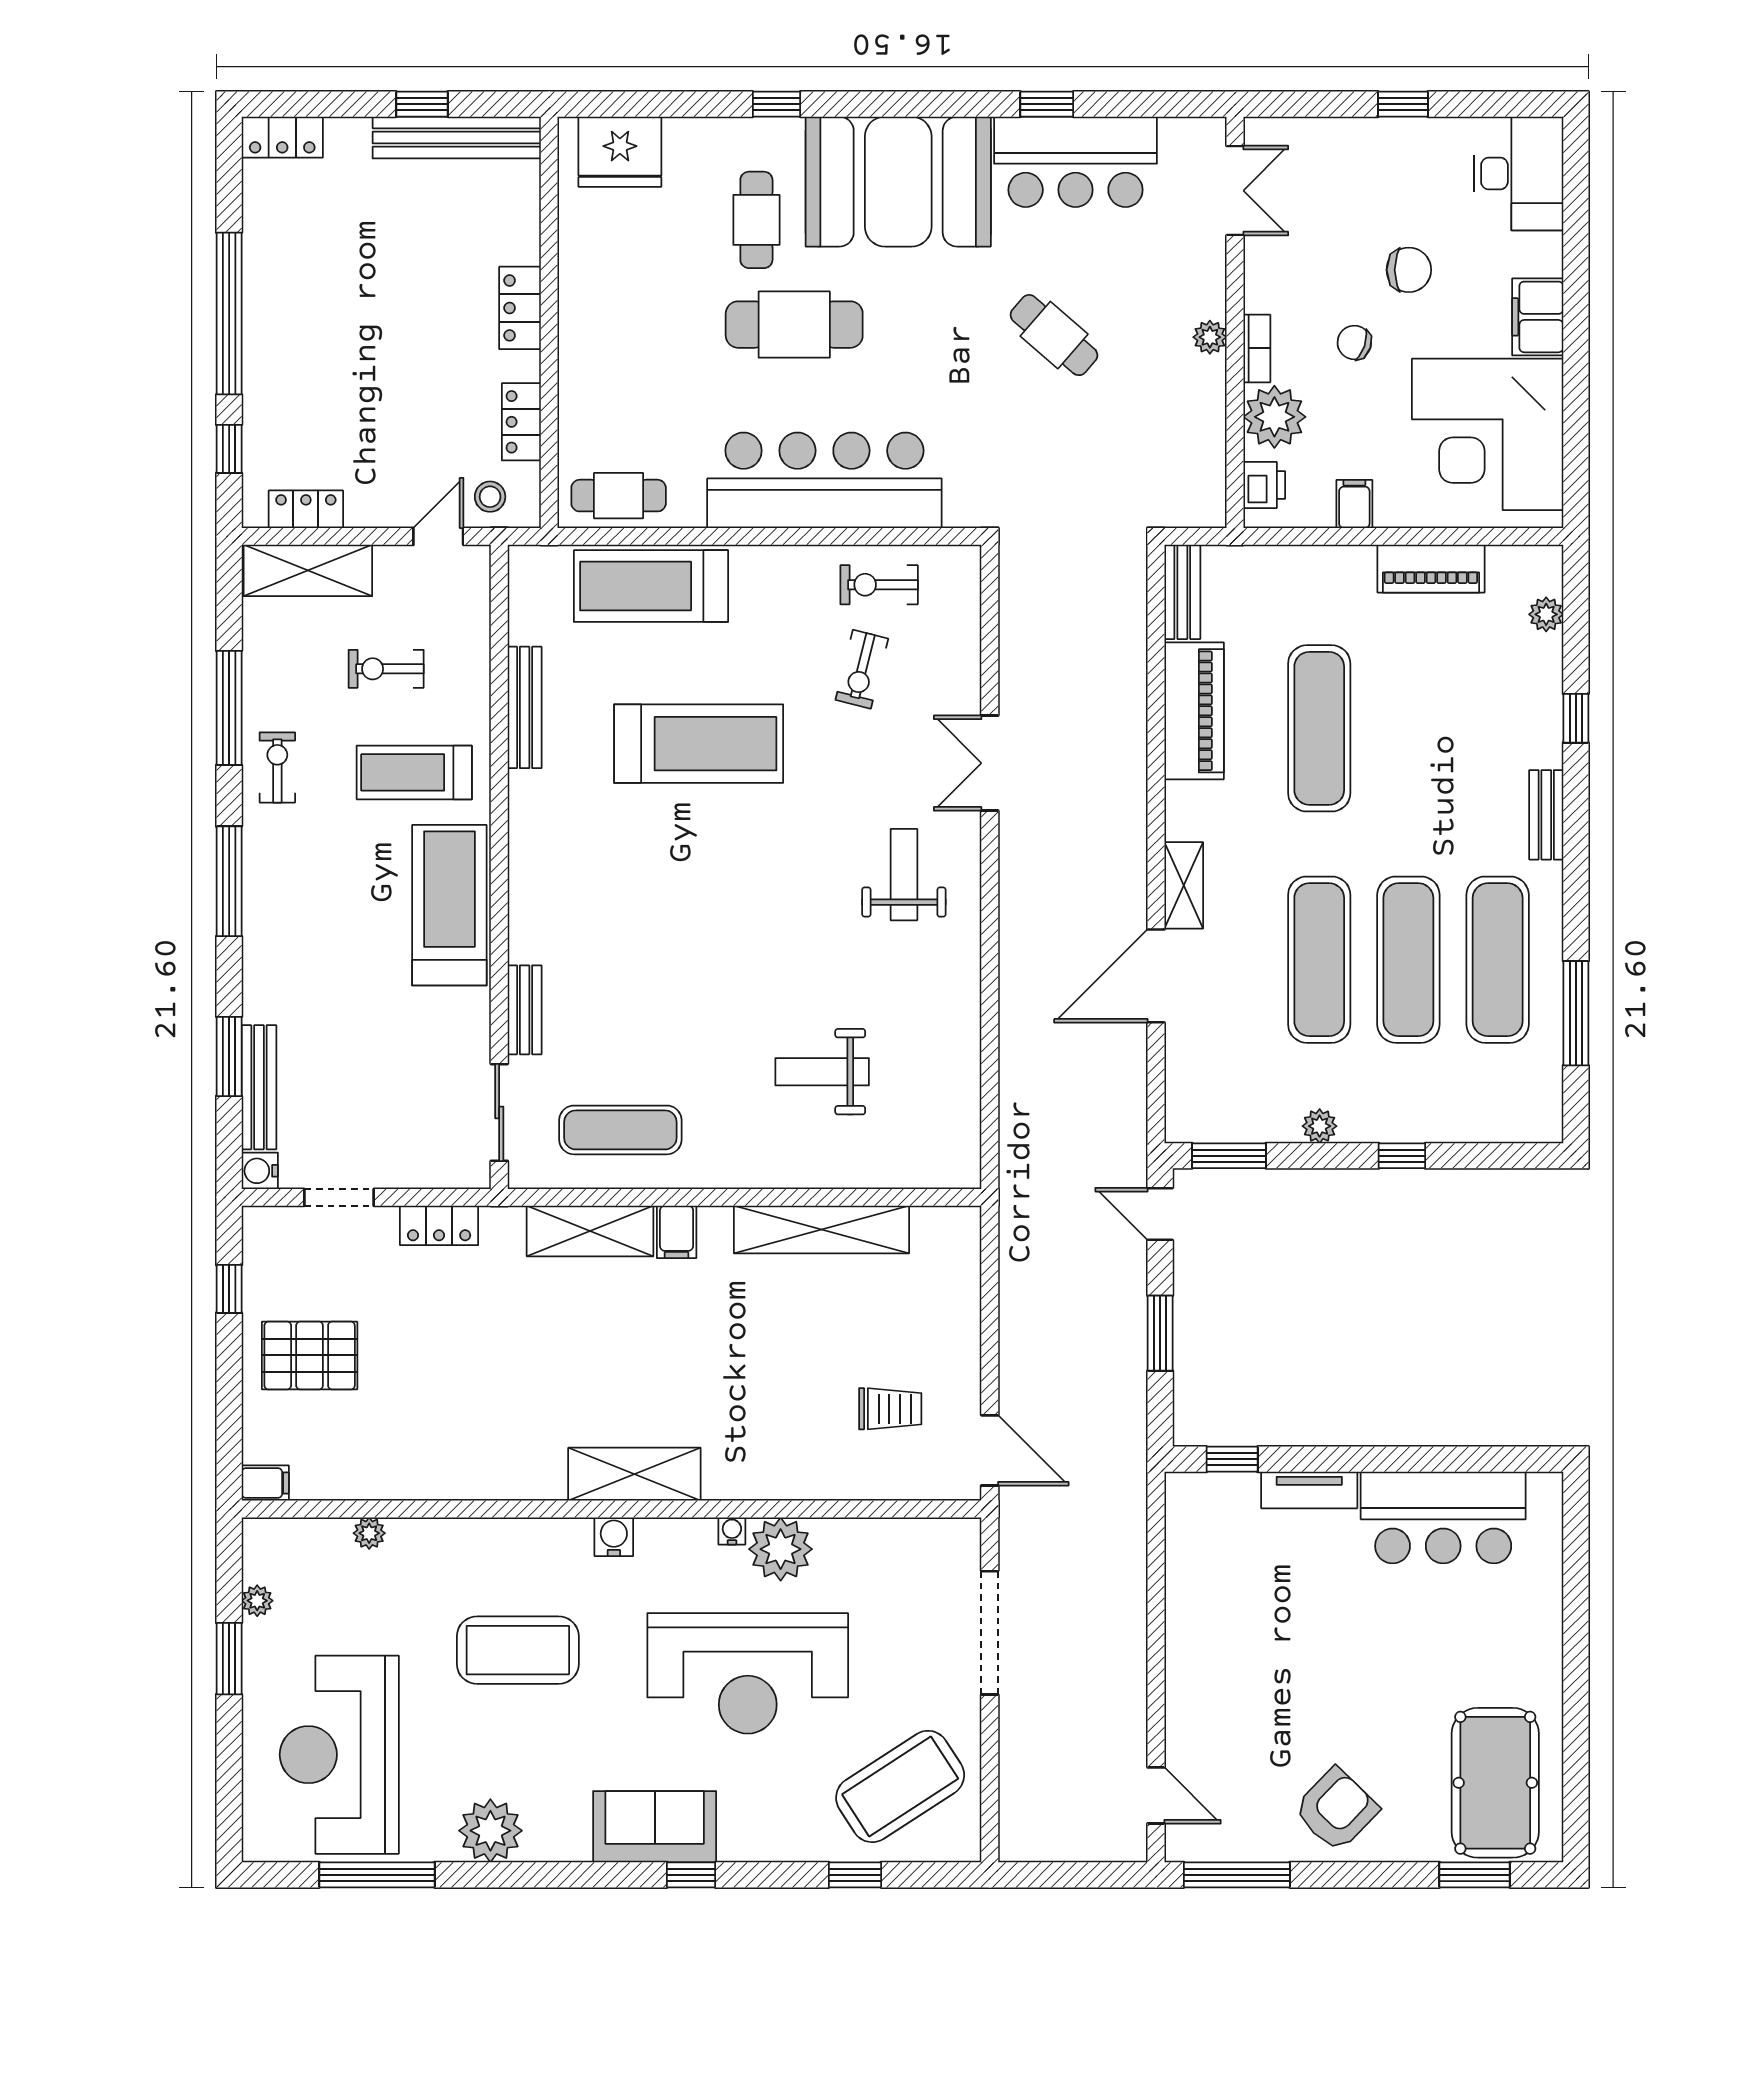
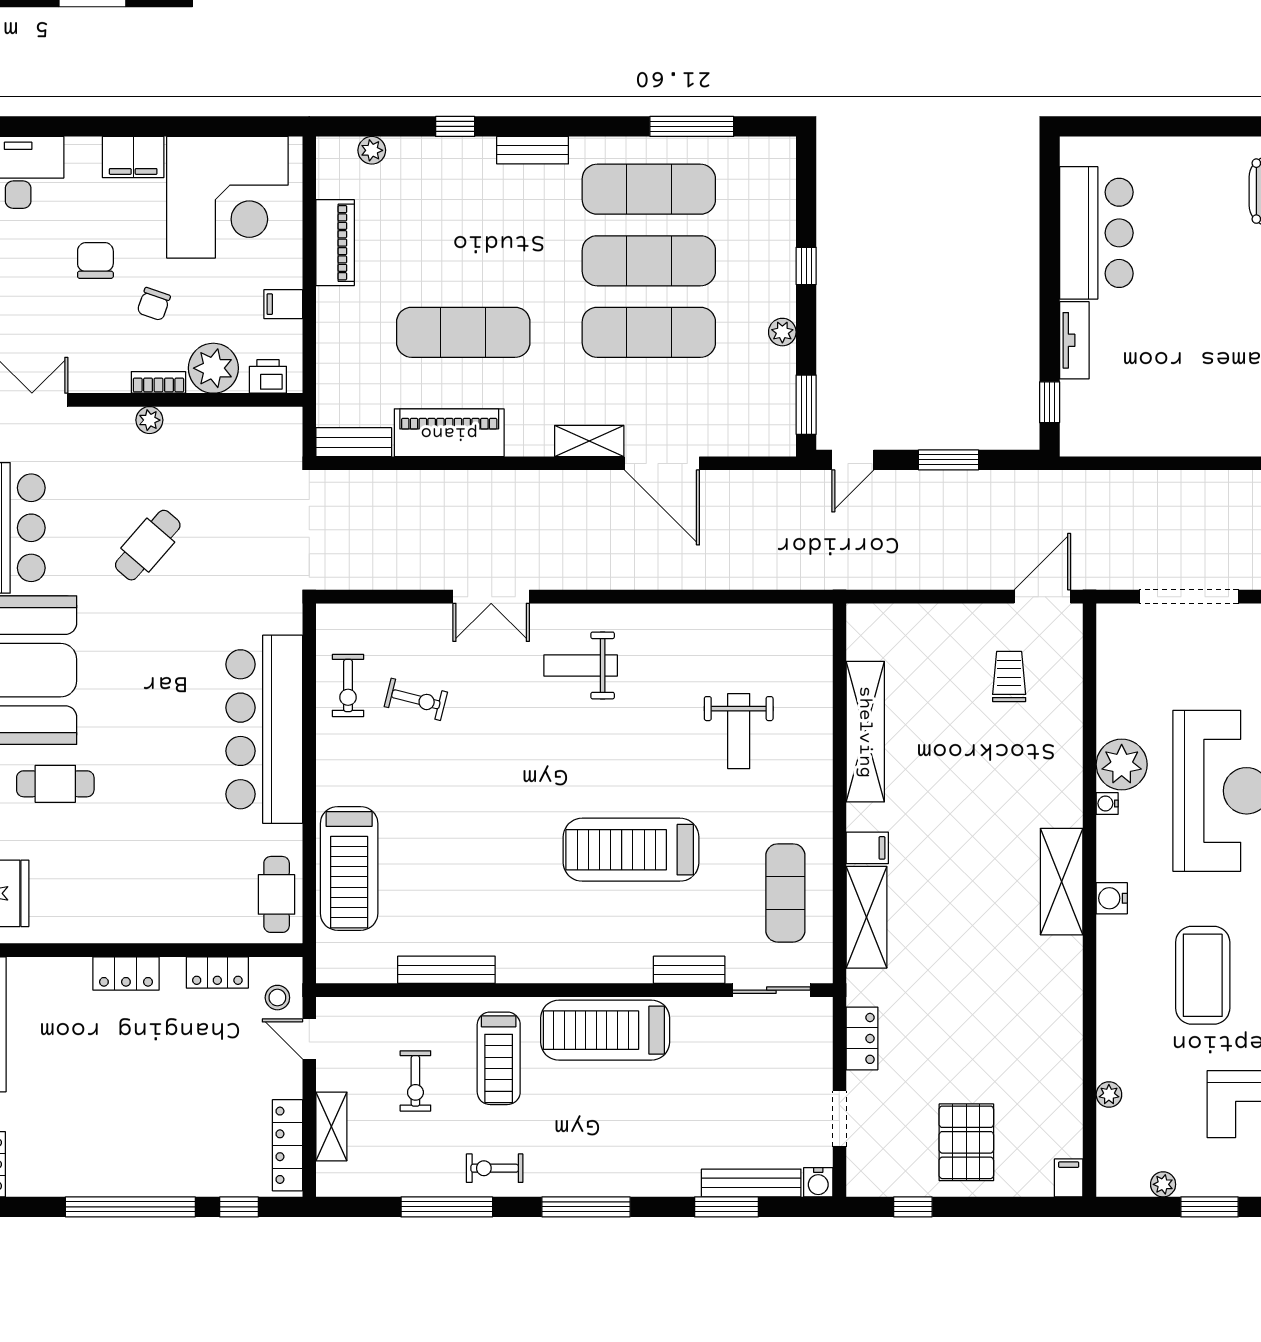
cafe table: (794, 325) -> (139, 754), removed
locker: (306, 509) -> (288, 1145), width x1.53
shelving: (308, 570) -> (331, 1126), width x0.67, depth x0.75
treadmill: (699, 744) -> (631, 850), moved, turned -90

